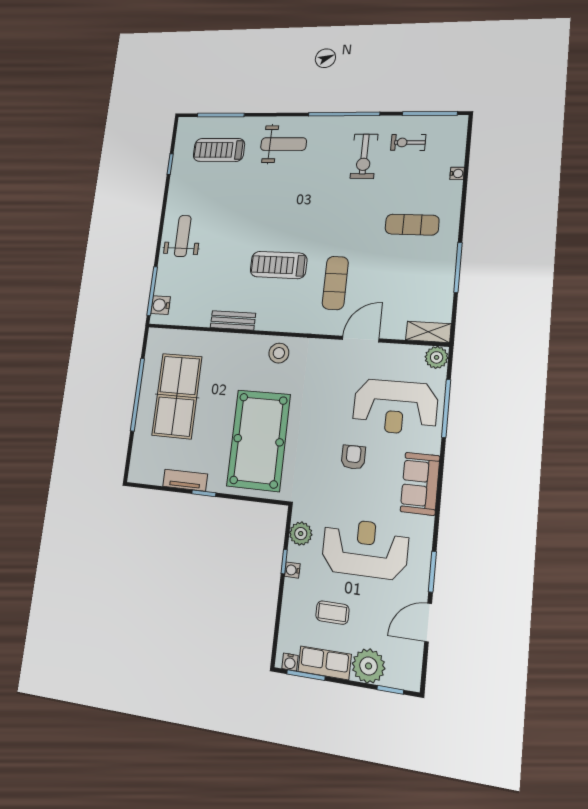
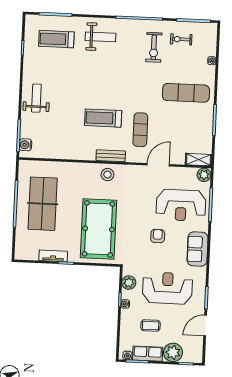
exercise mat: (412, 225) -> (186, 93), width x1.36, depth x1.45
bench: (233, 320) -> (111, 156), moved

